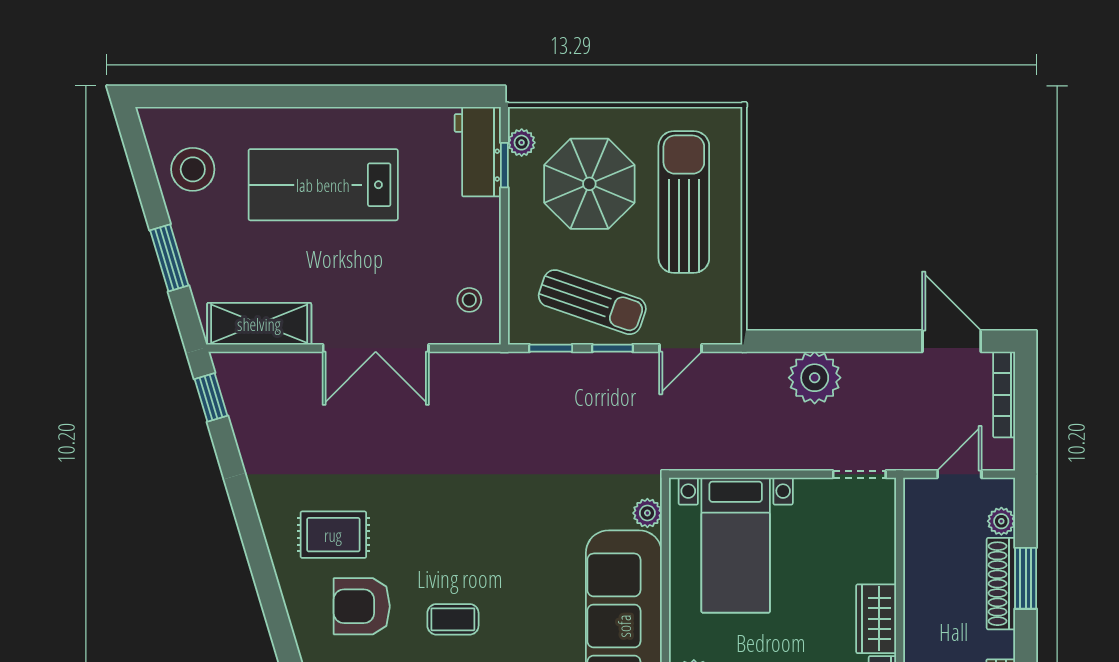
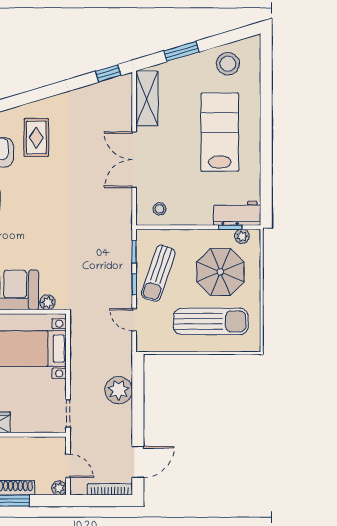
plant: (1001, 521) -> (59, 488), moved

